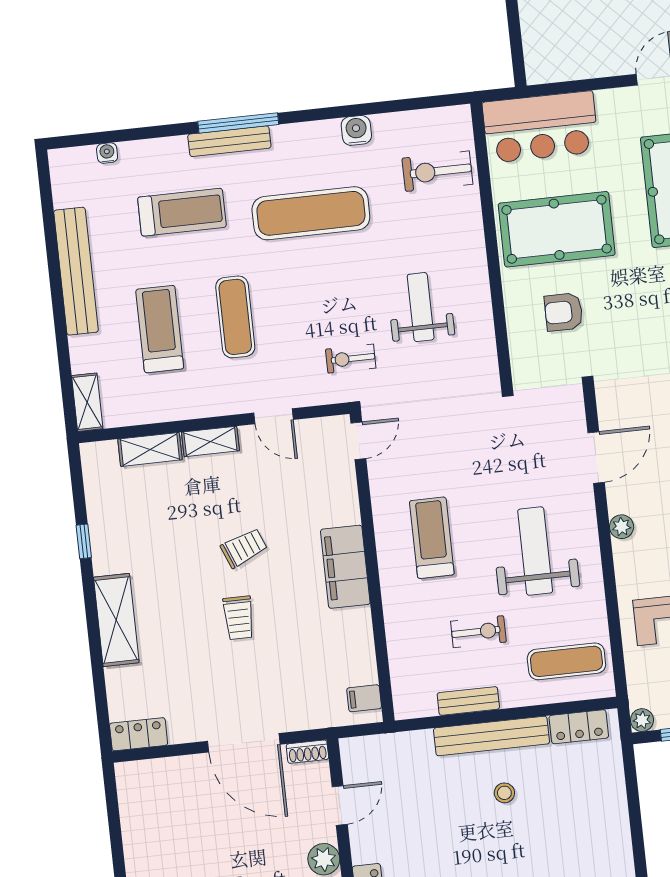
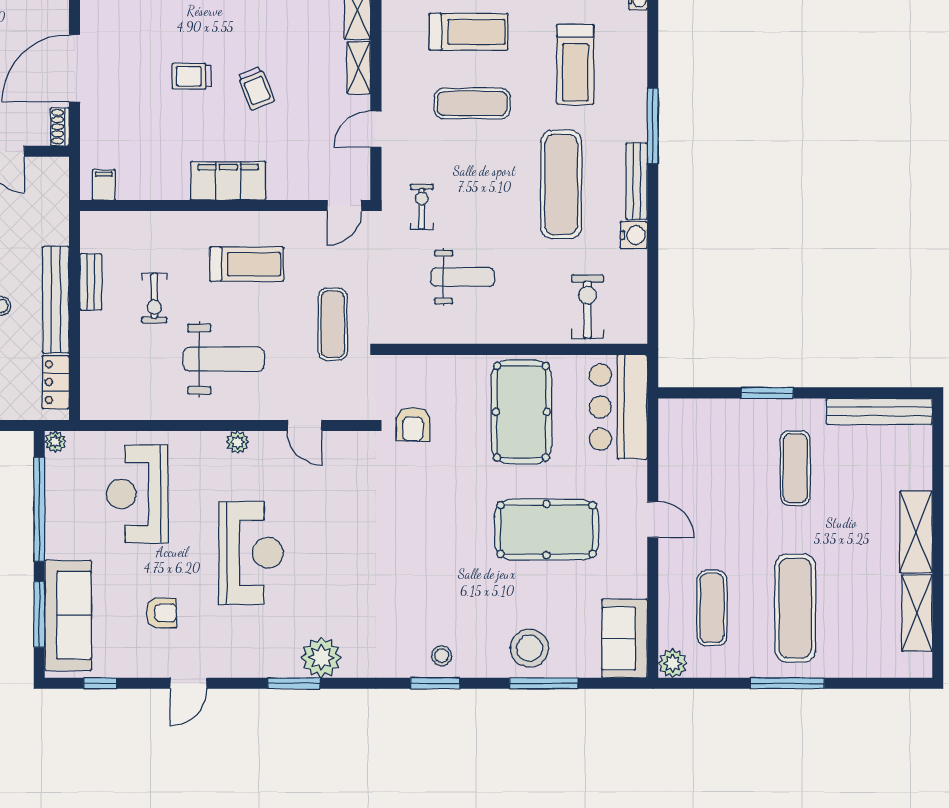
bench: (229, 141) -> (637, 181), moved
armchair: (564, 312) -> (413, 424), moved, turned 180
door: (358, 441) -> (344, 206), hinge flipped
door: (596, 458) -> (305, 425), width x0.73
exercise mat: (566, 661) -> (333, 324), moved

